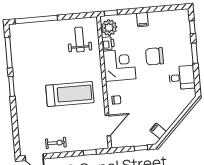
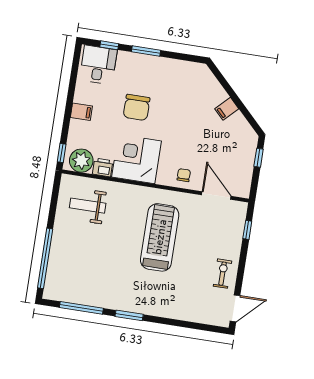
desk: (182, 78) -> (98, 65), moved
filing cabinet: (158, 131) -> (227, 109), moved

